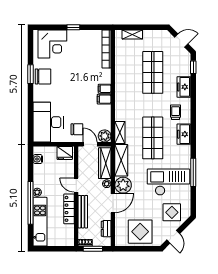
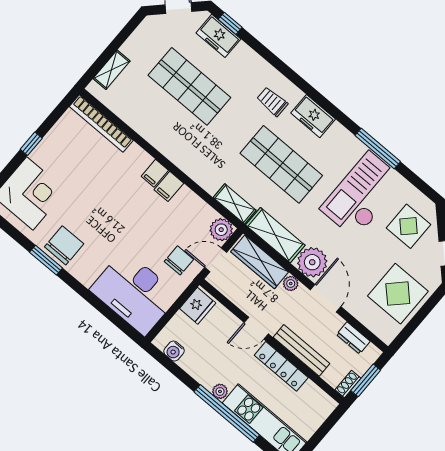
freezer: (184, 87) -> (218, 36), moved

